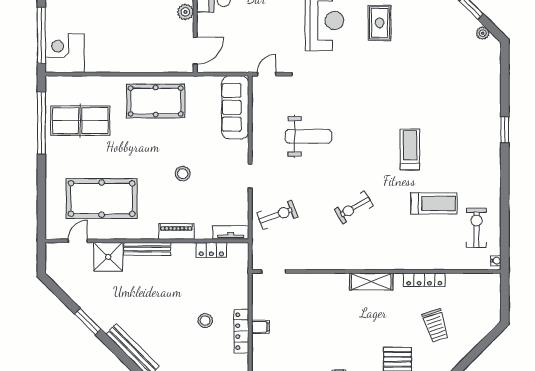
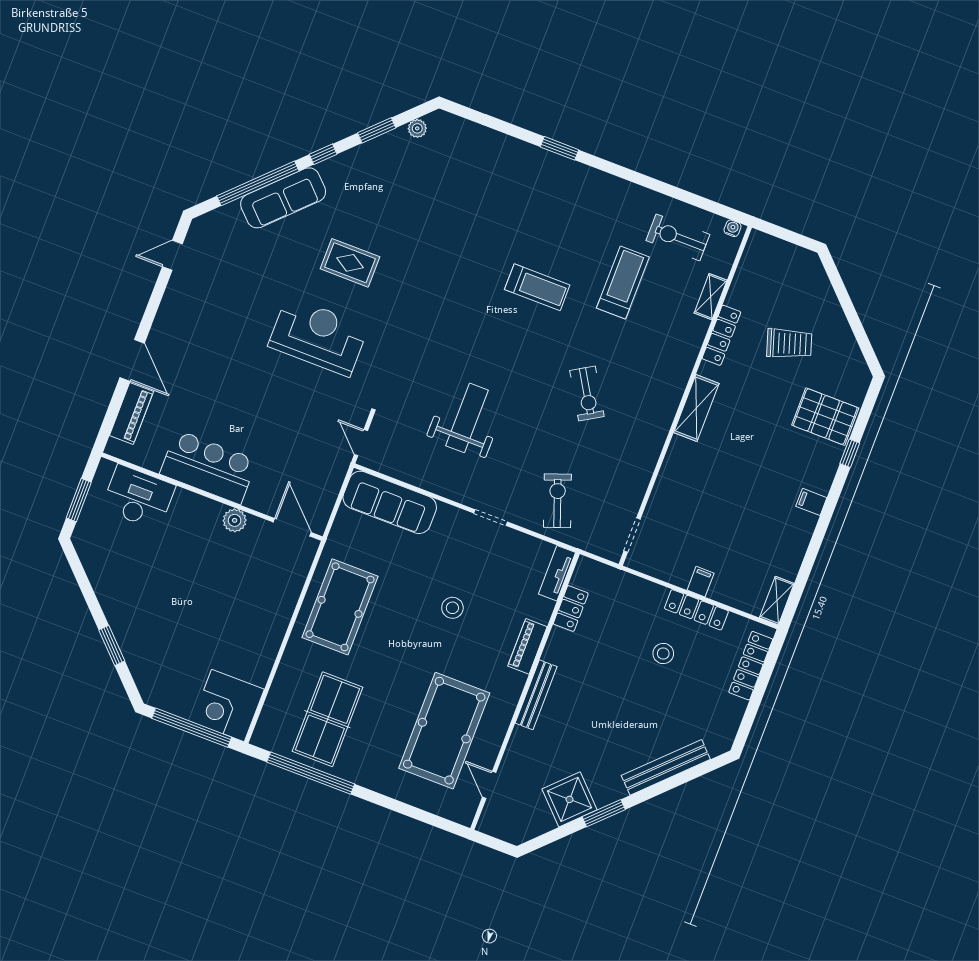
treadmill: (410, 149) -> (537, 287), turned 180
shower: (108, 257) -> (570, 799), moved, turned 45
shelving: (446, 263) -> (711, 297), added

